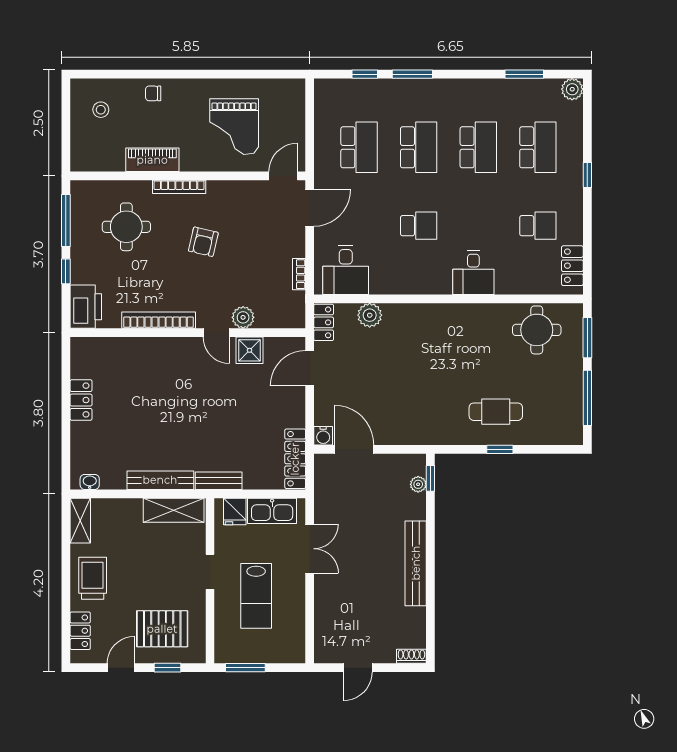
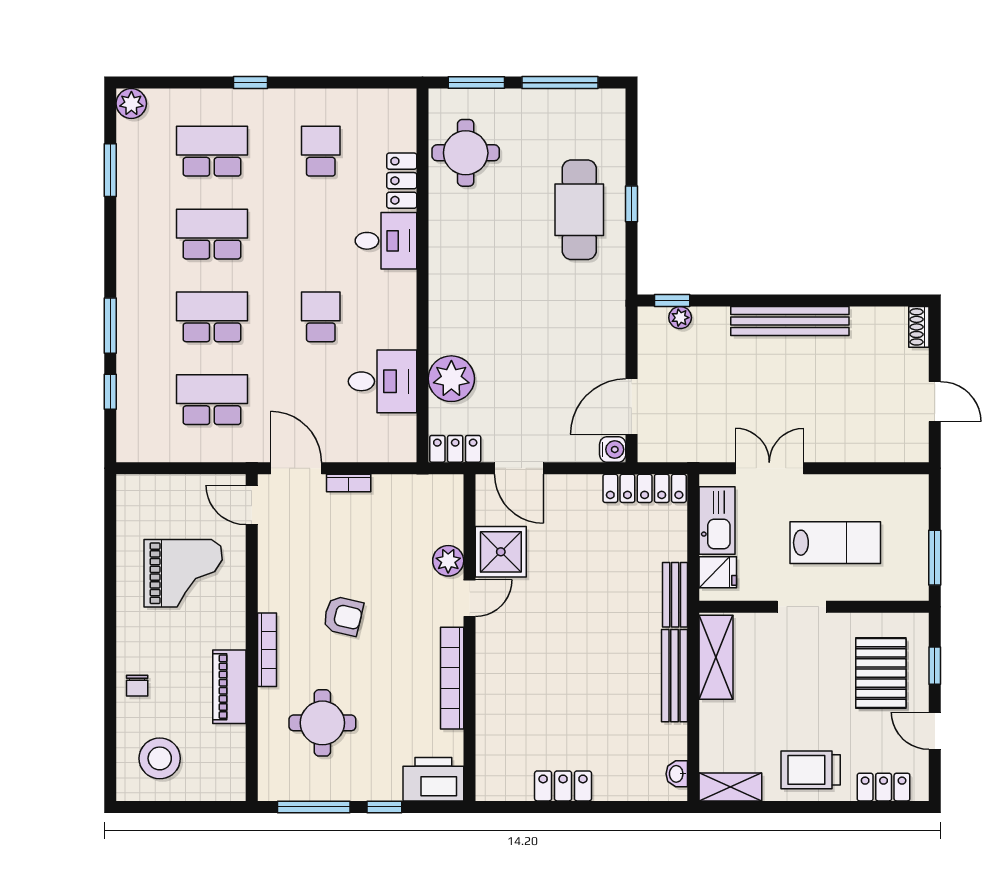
stool: (101, 110) -> (160, 758), width x1.89, depth x1.89
locker: (572, 266) -> (402, 181), moved, turned 90
desk: (346, 270) -> (382, 381), moved
bookcase: (299, 274) -> (349, 483), moved
plant: (370, 315) -> (451, 379), width x1.36, depth x1.36
shower: (250, 350) -> (501, 552), width x1.36, depth x1.36
cafe table: (496, 412) -> (579, 210), width x1.37, depth x1.35

